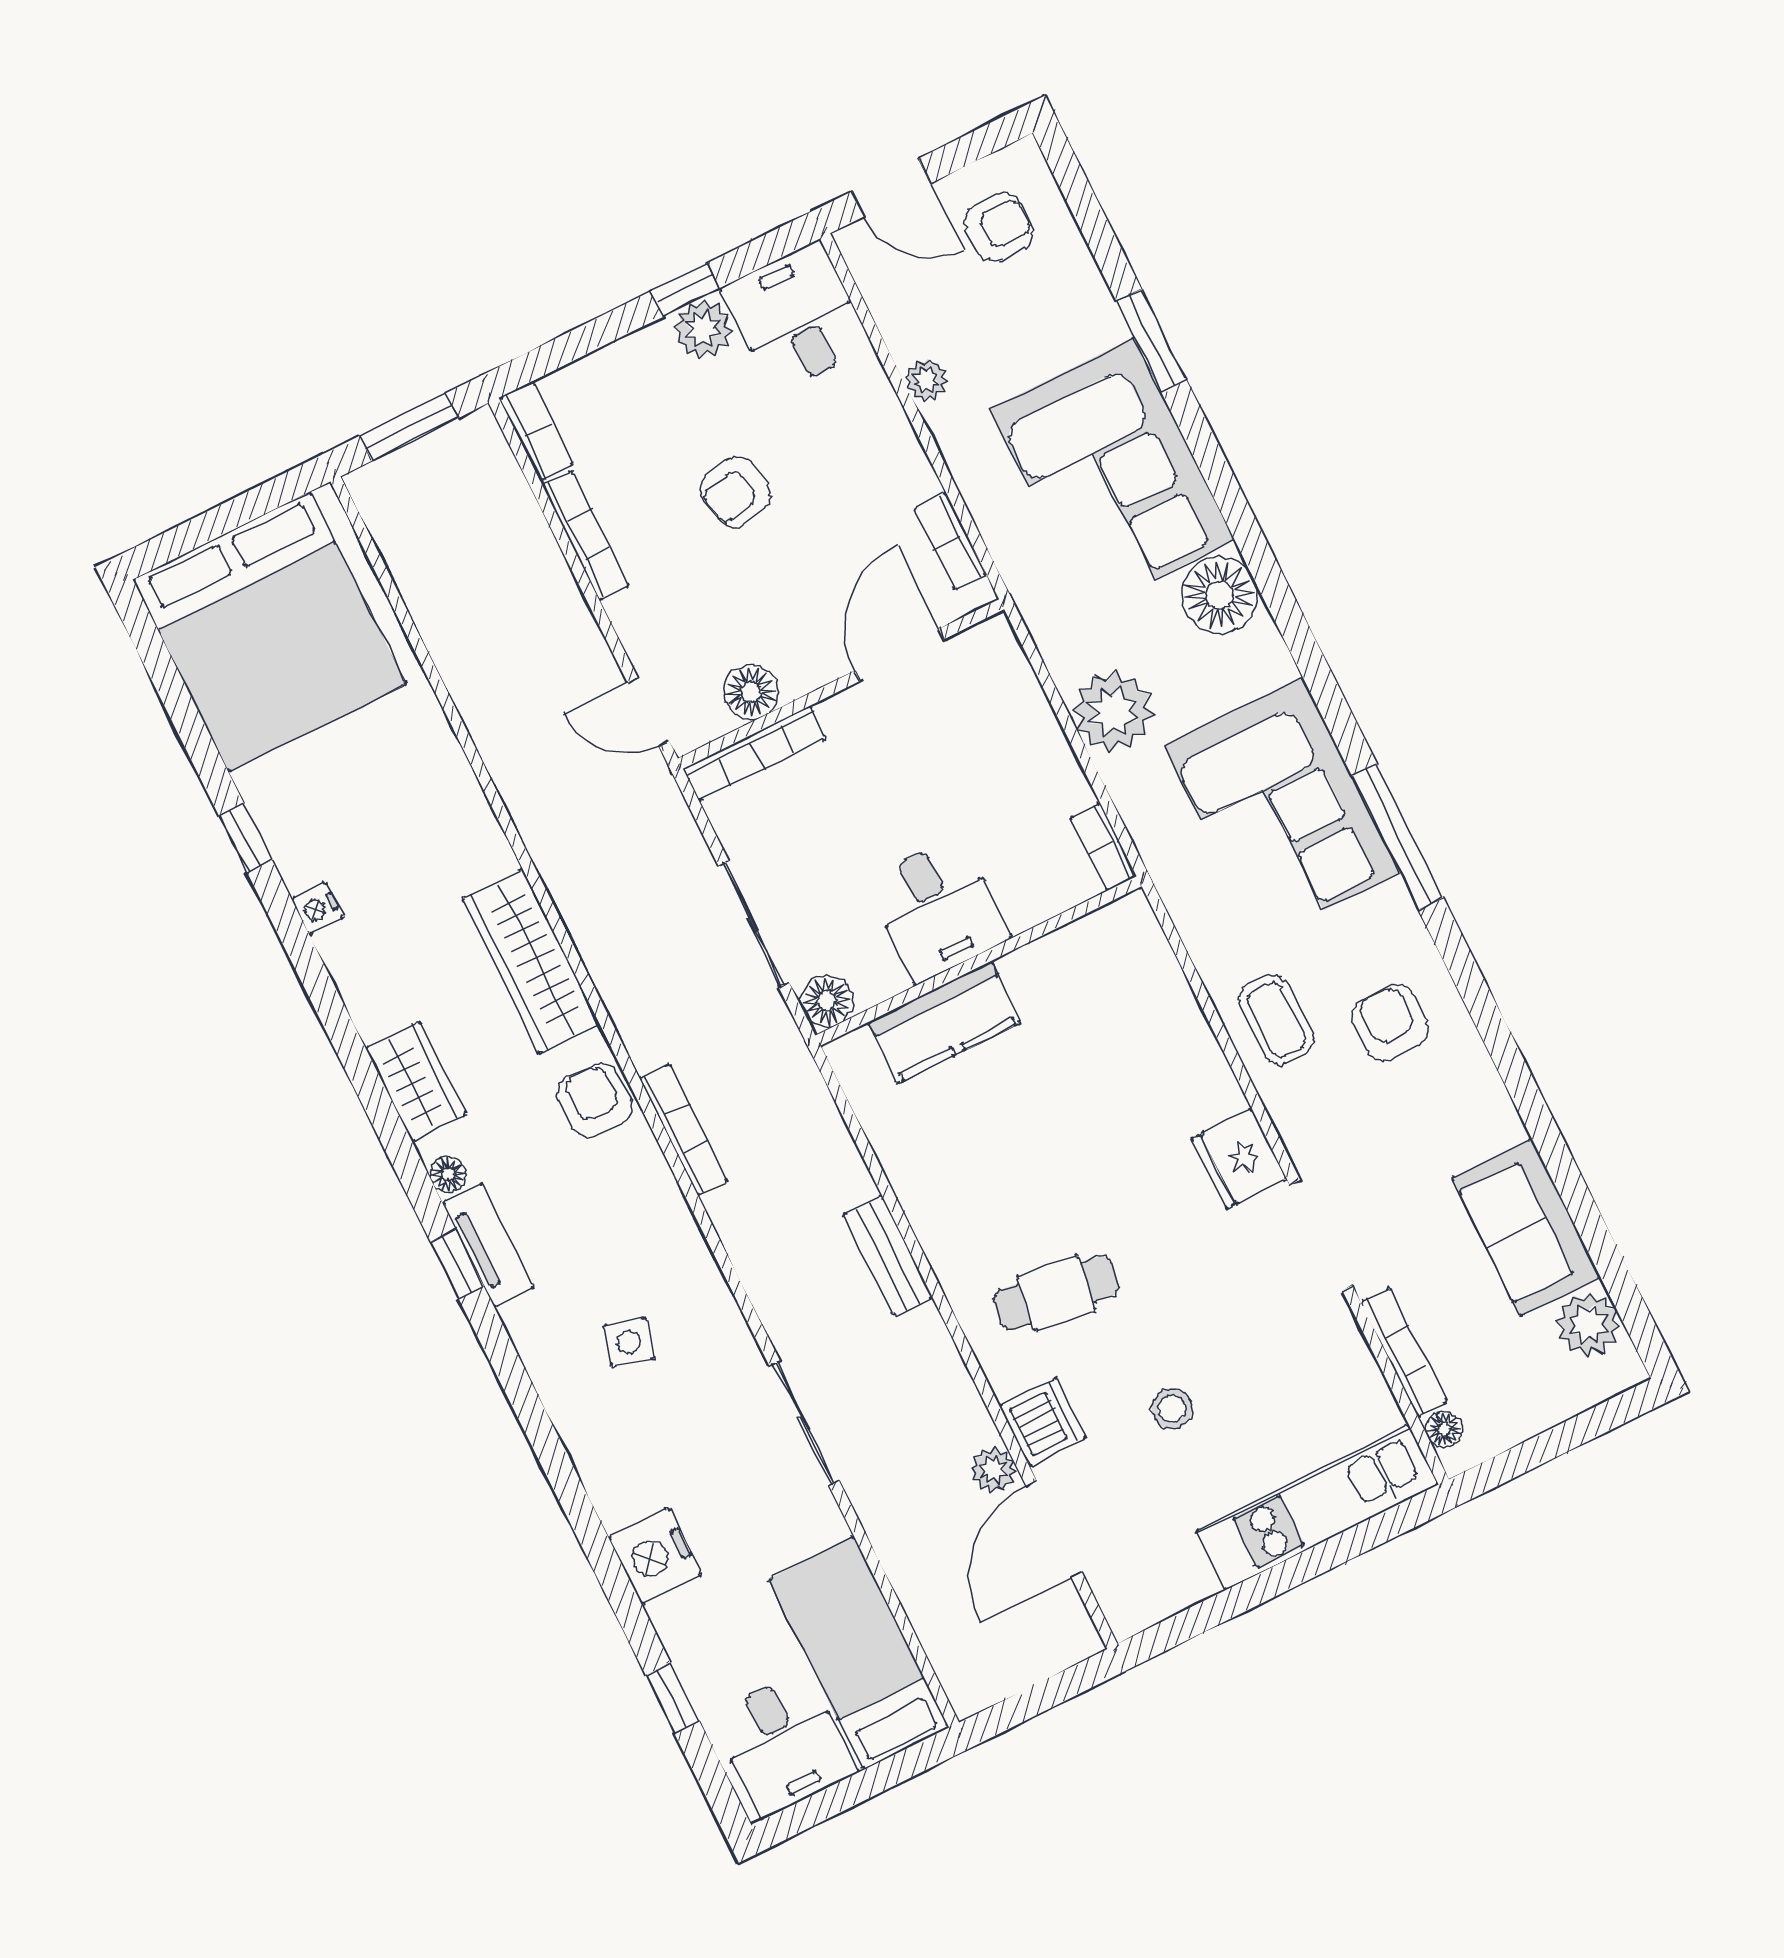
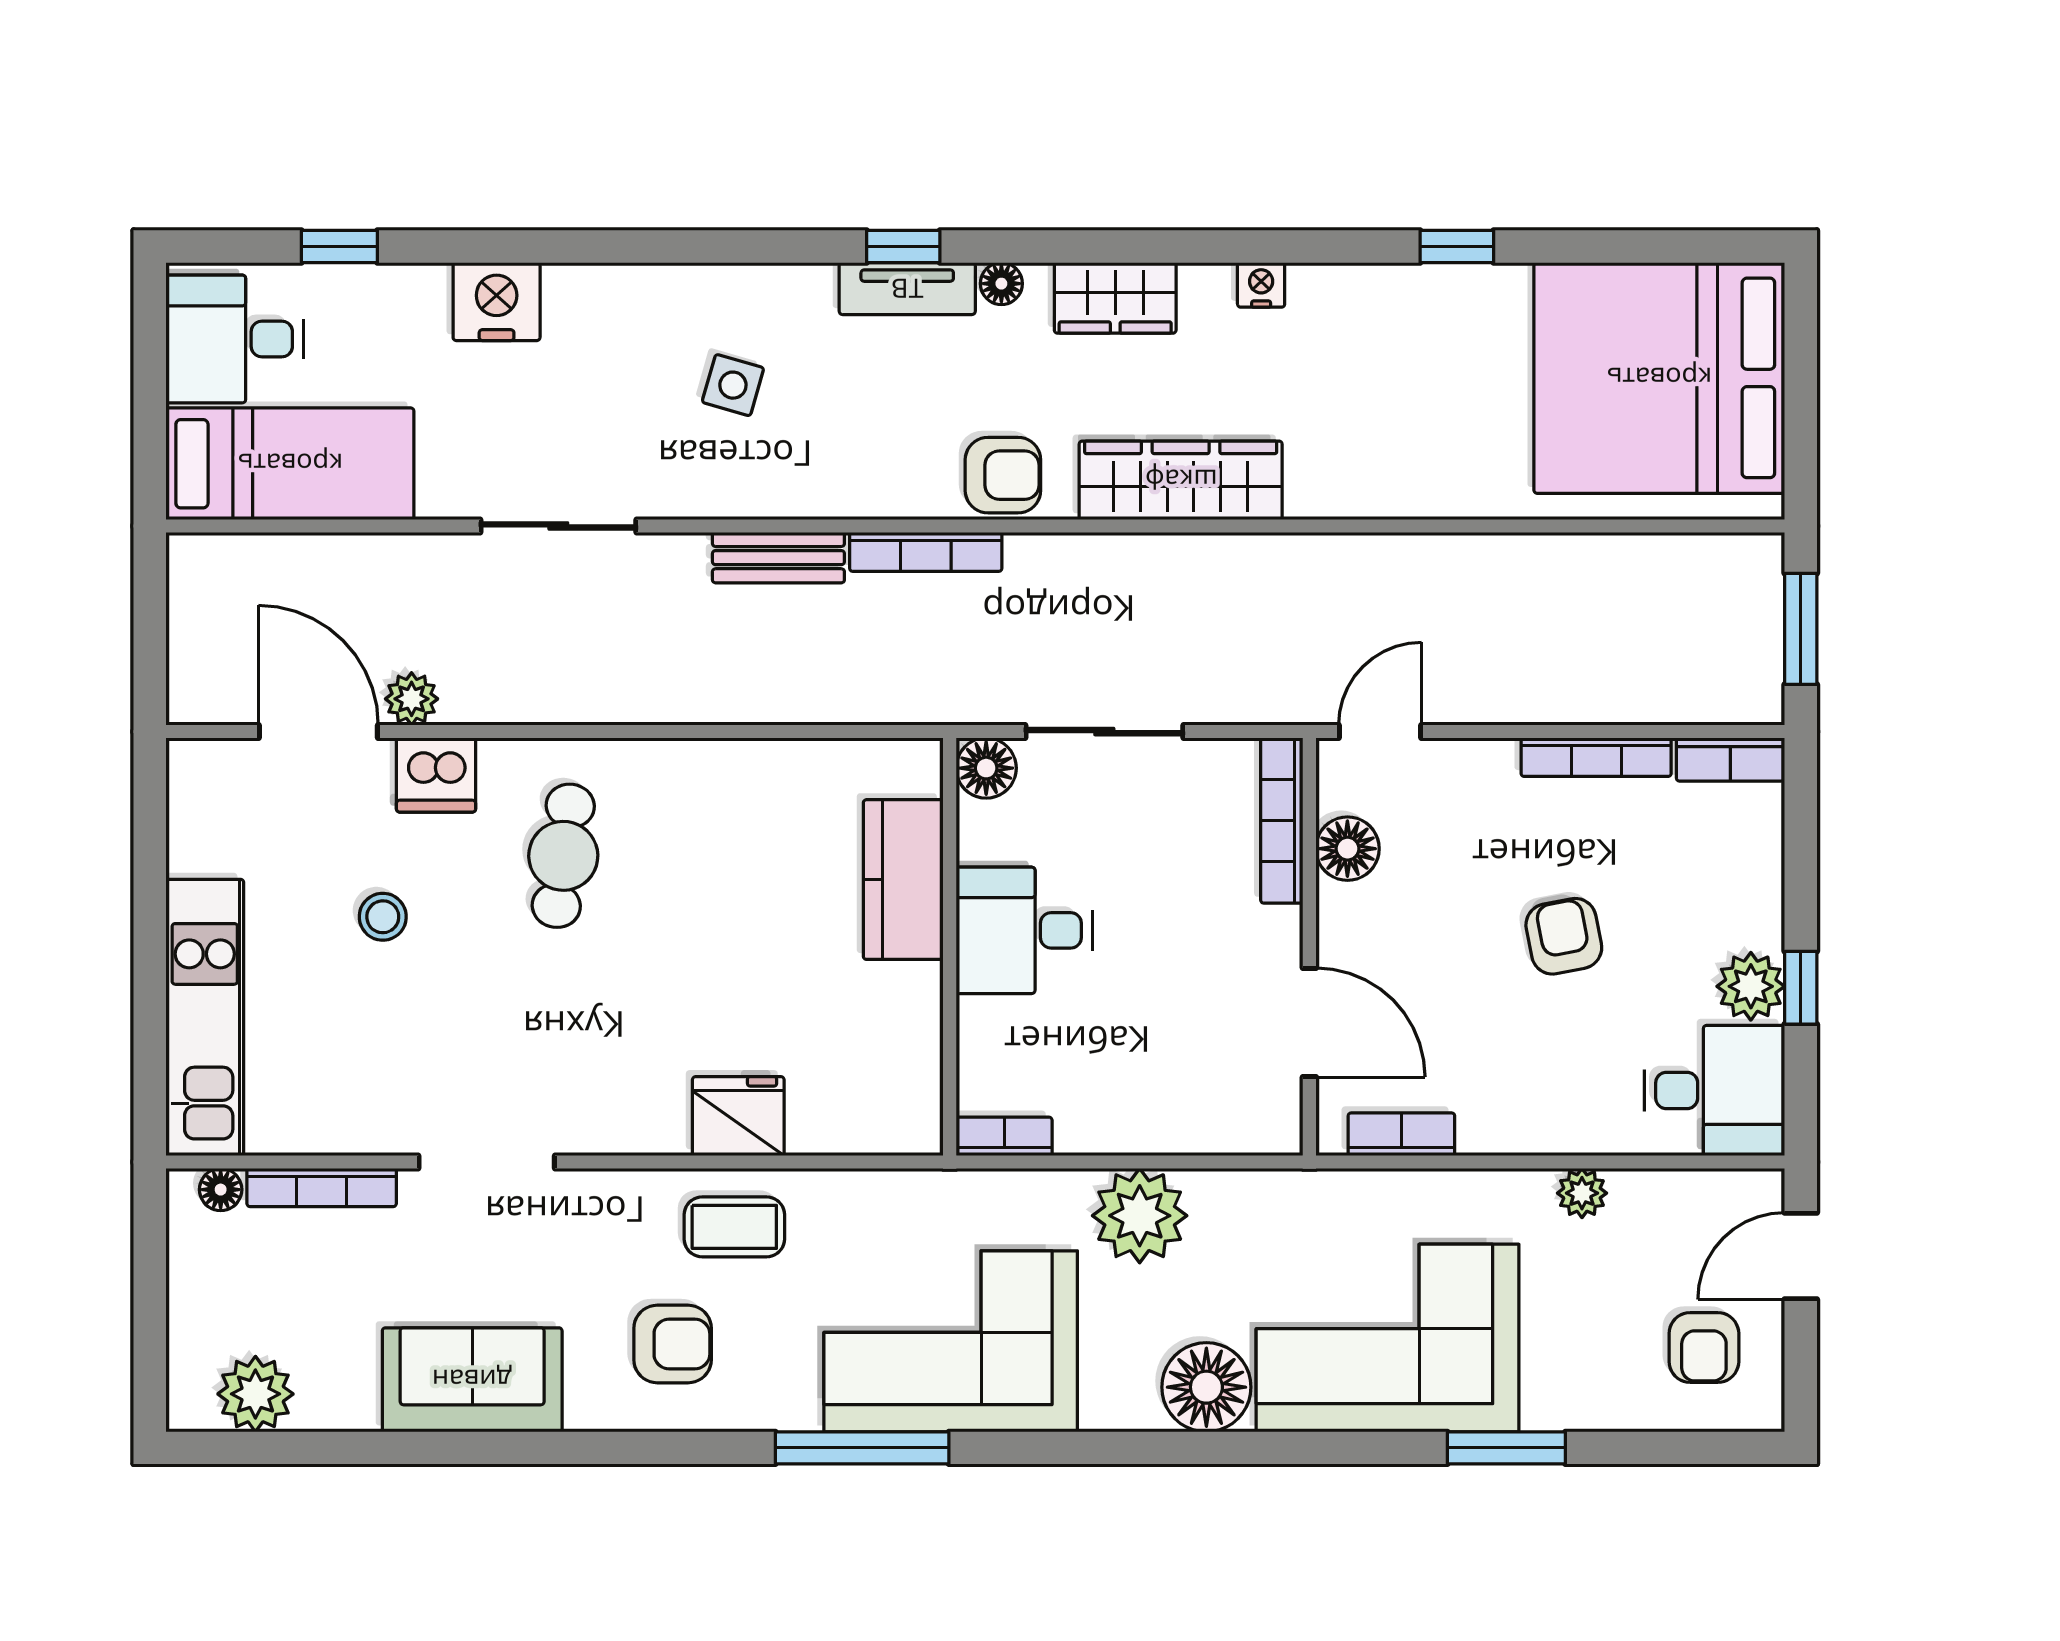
nightstand: (317, 909) -> (1261, 285), moved
fridge: (1239, 1159) -> (738, 1116), moved
sofa: (1526, 1228) -> (472, 1380), moved
bench: (888, 1256) -> (778, 558), moved

